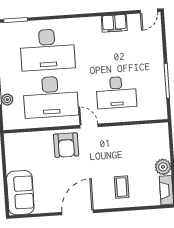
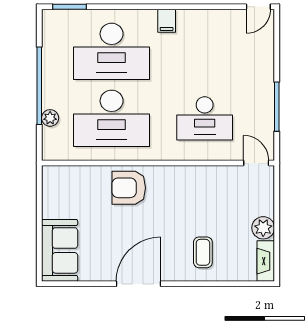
filing cabinet: (114, 23) -> (167, 21), moved, width x0.50
door: (89, 126) -> (256, 163), moved
armchair: (66, 145) -> (129, 188), turned 90

